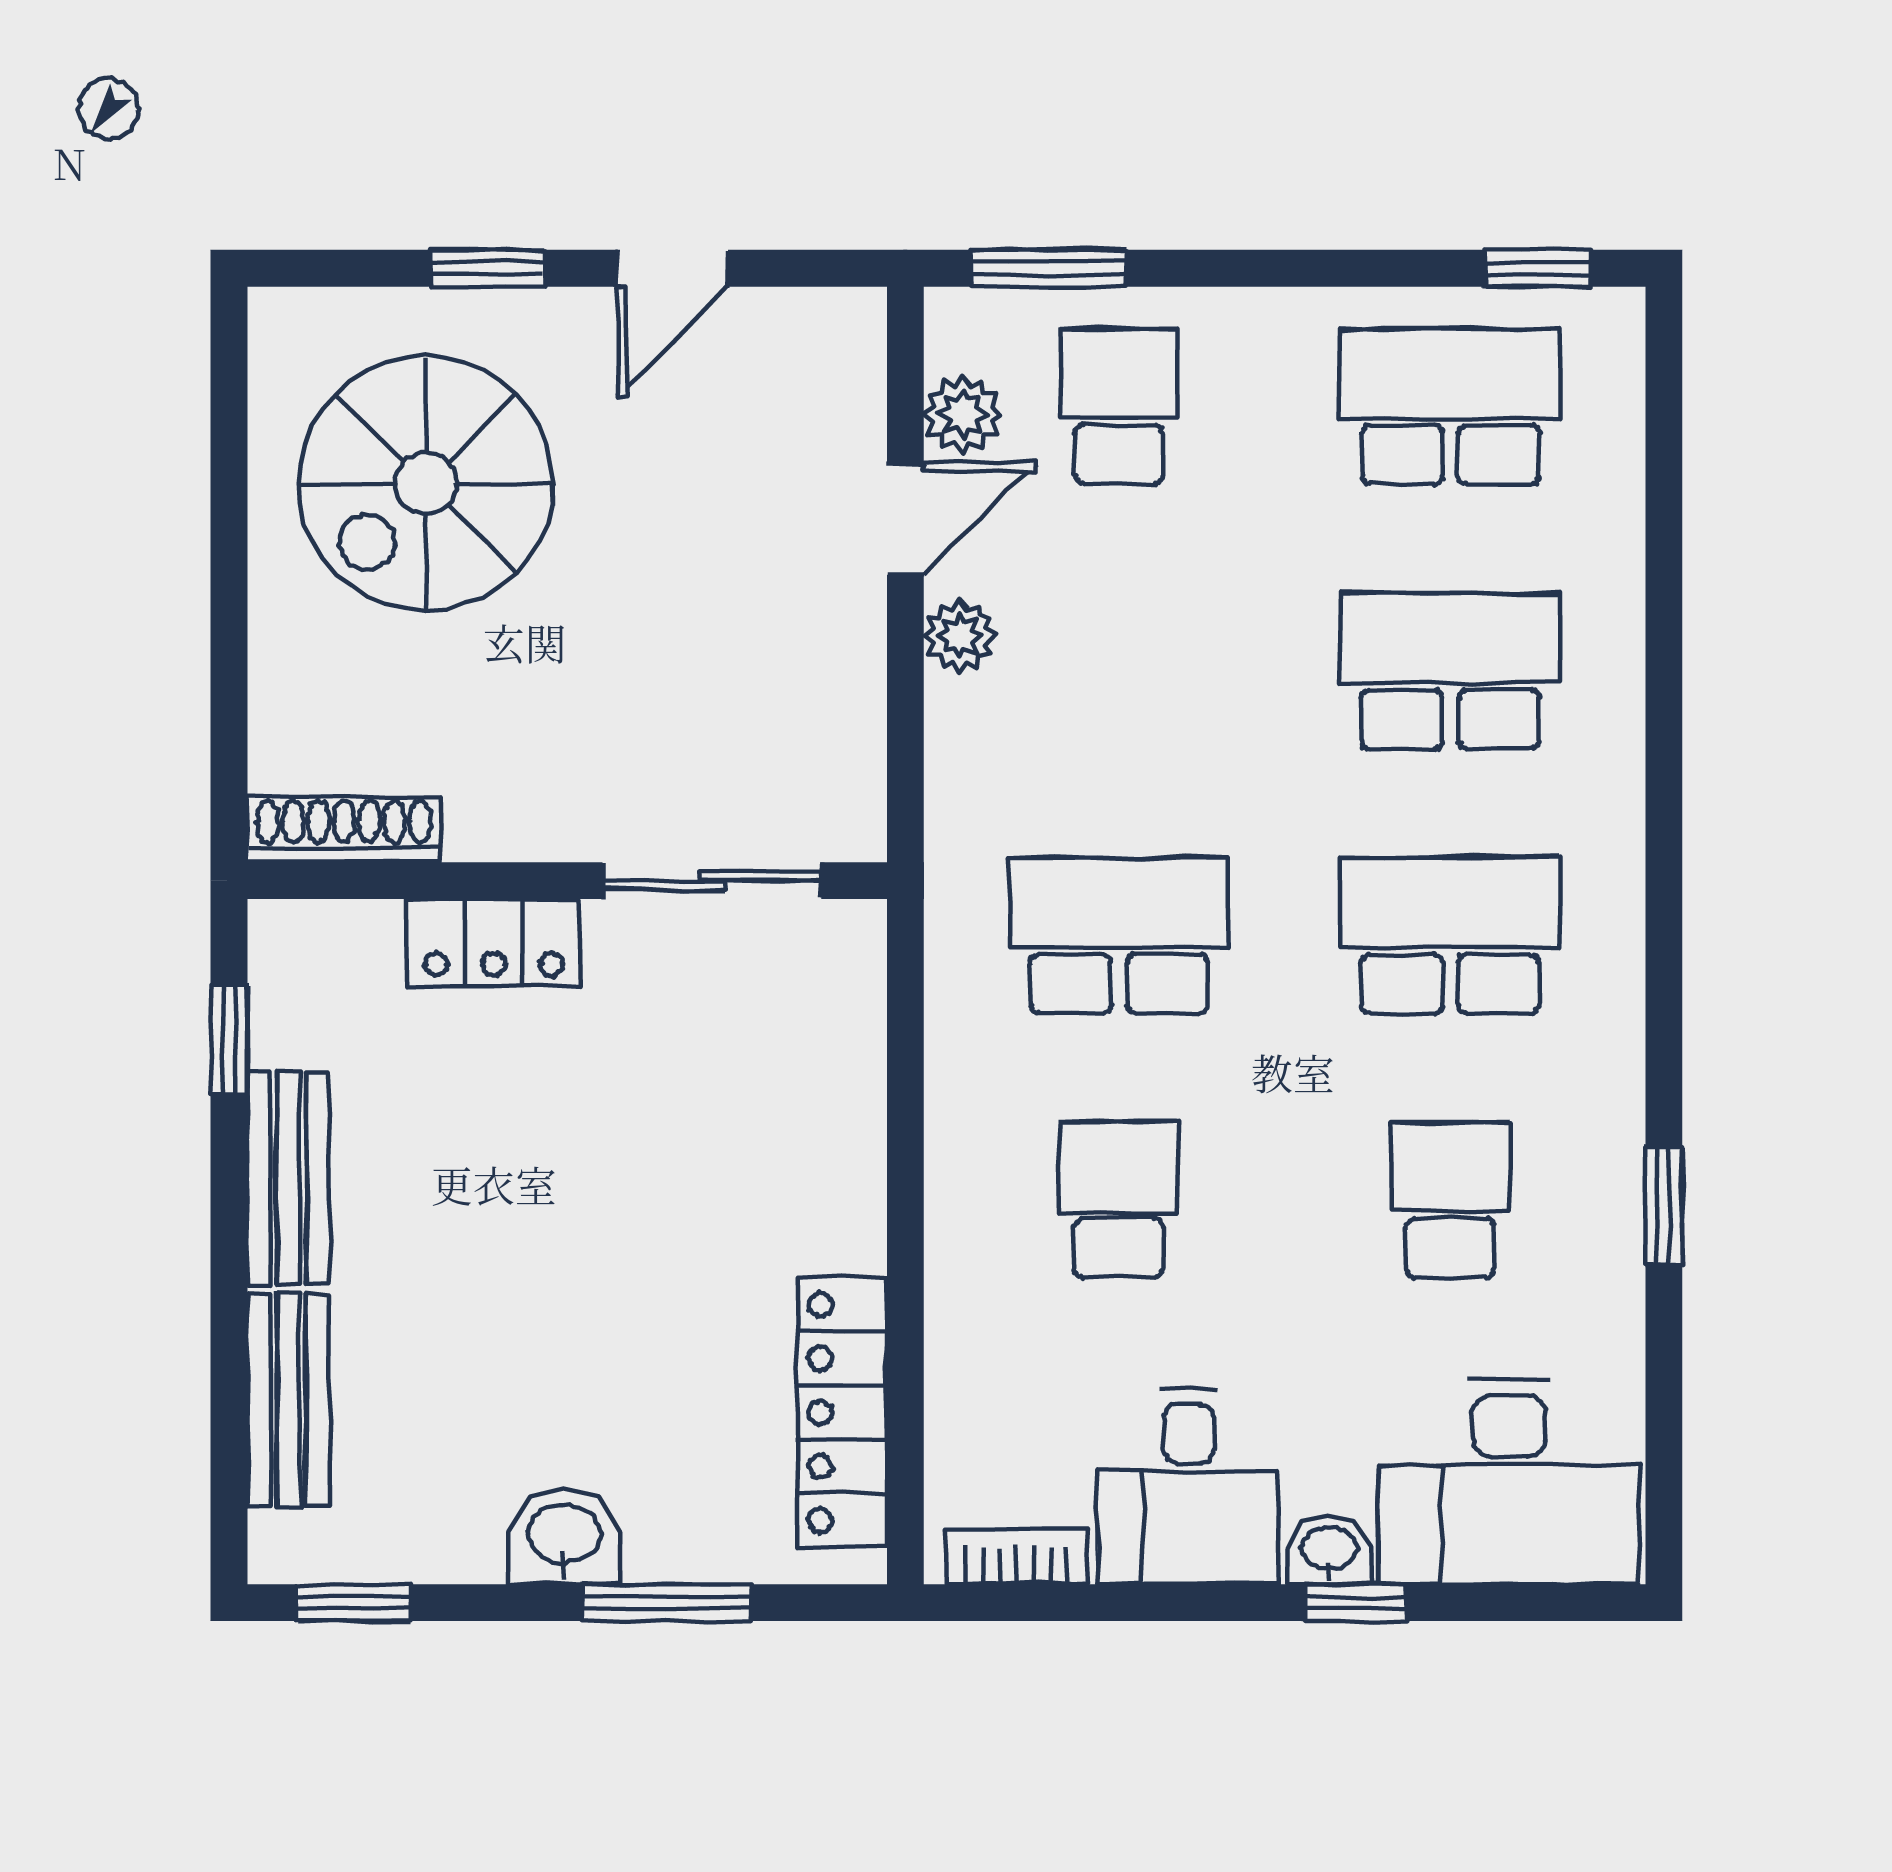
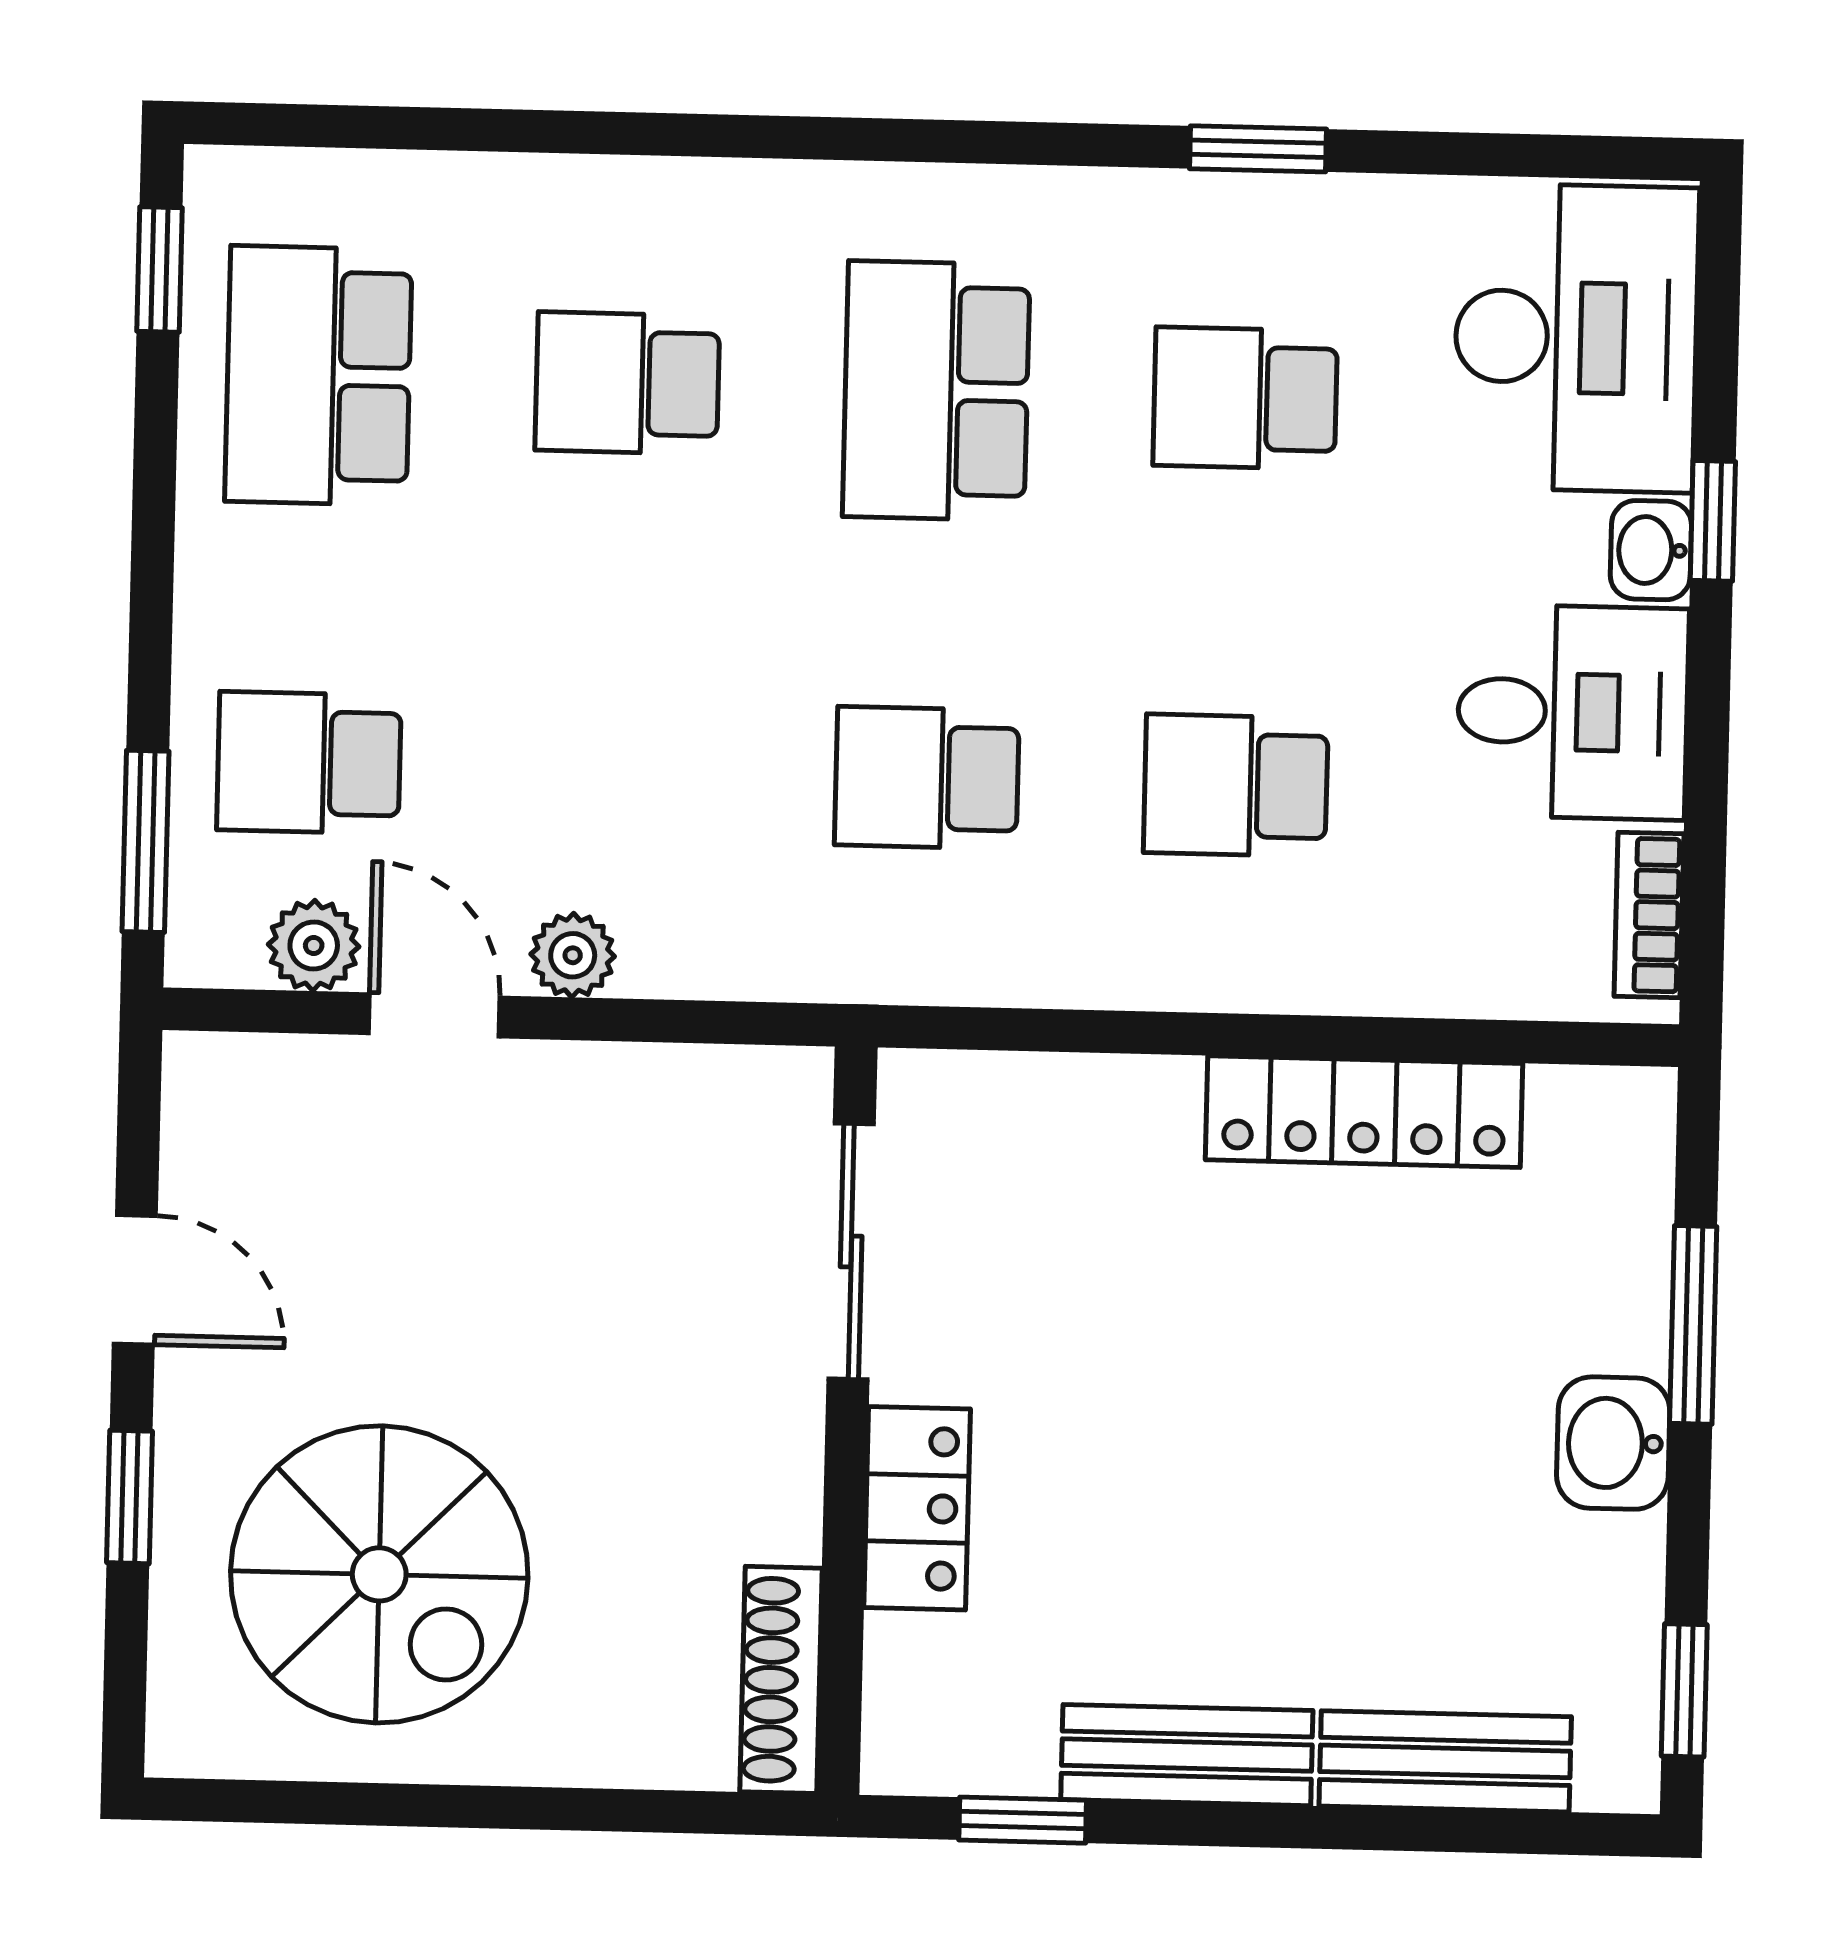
school desk: (1450, 671) -> (627, 383), width x0.54
school desk: (1119, 935) -> (927, 778), width x0.54
locker: (842, 1413) -> (1364, 1112), moved

